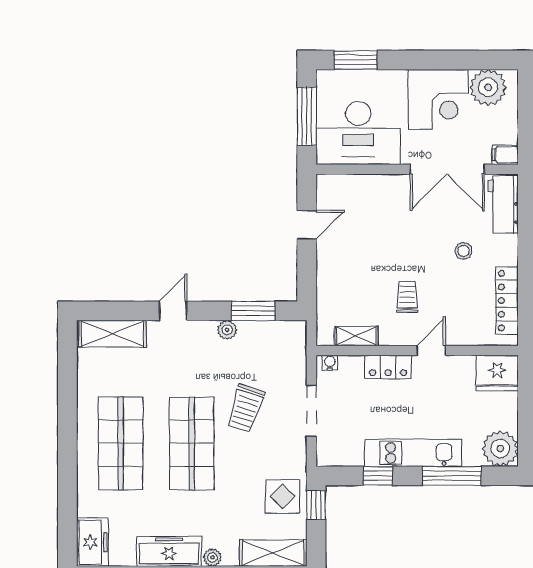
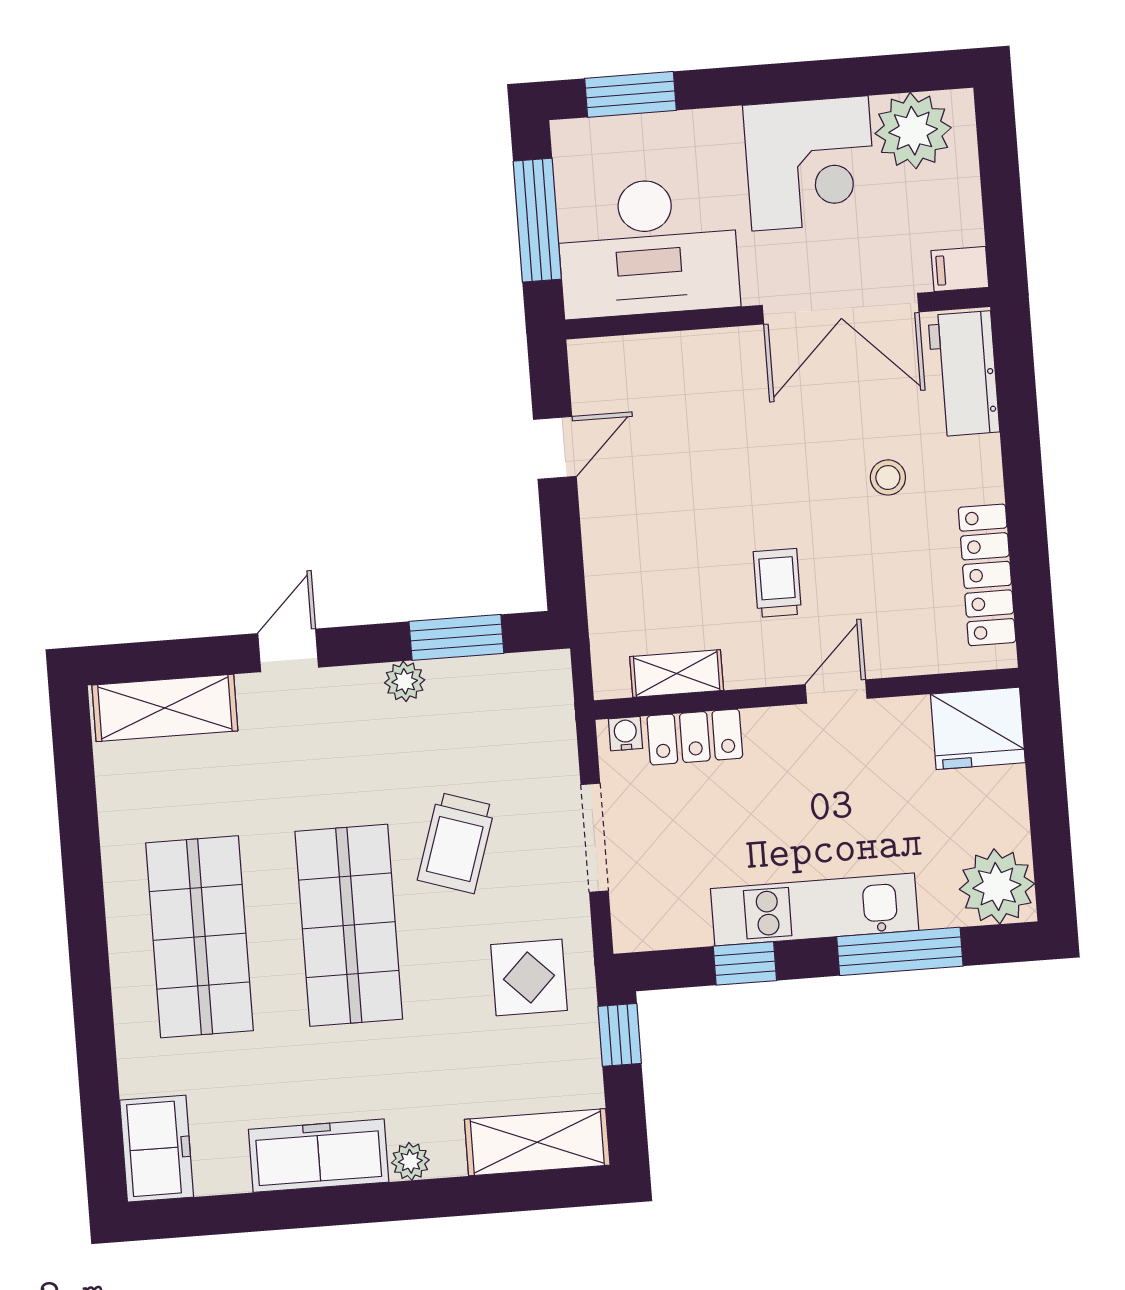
locker: (388, 367) -> (695, 737), moved
display table: (282, 496) -> (529, 977), moved

